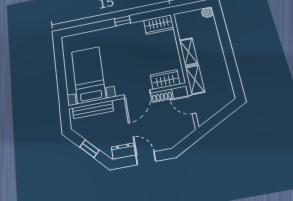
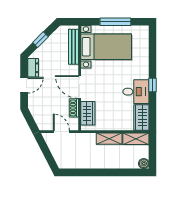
desk: (132, 35) -> (136, 92), added
window: (61, 71) -> (115, 22), added
shelving: (195, 80) -> (136, 139), moved
door: (192, 104) -> (61, 132), hinge flipped

